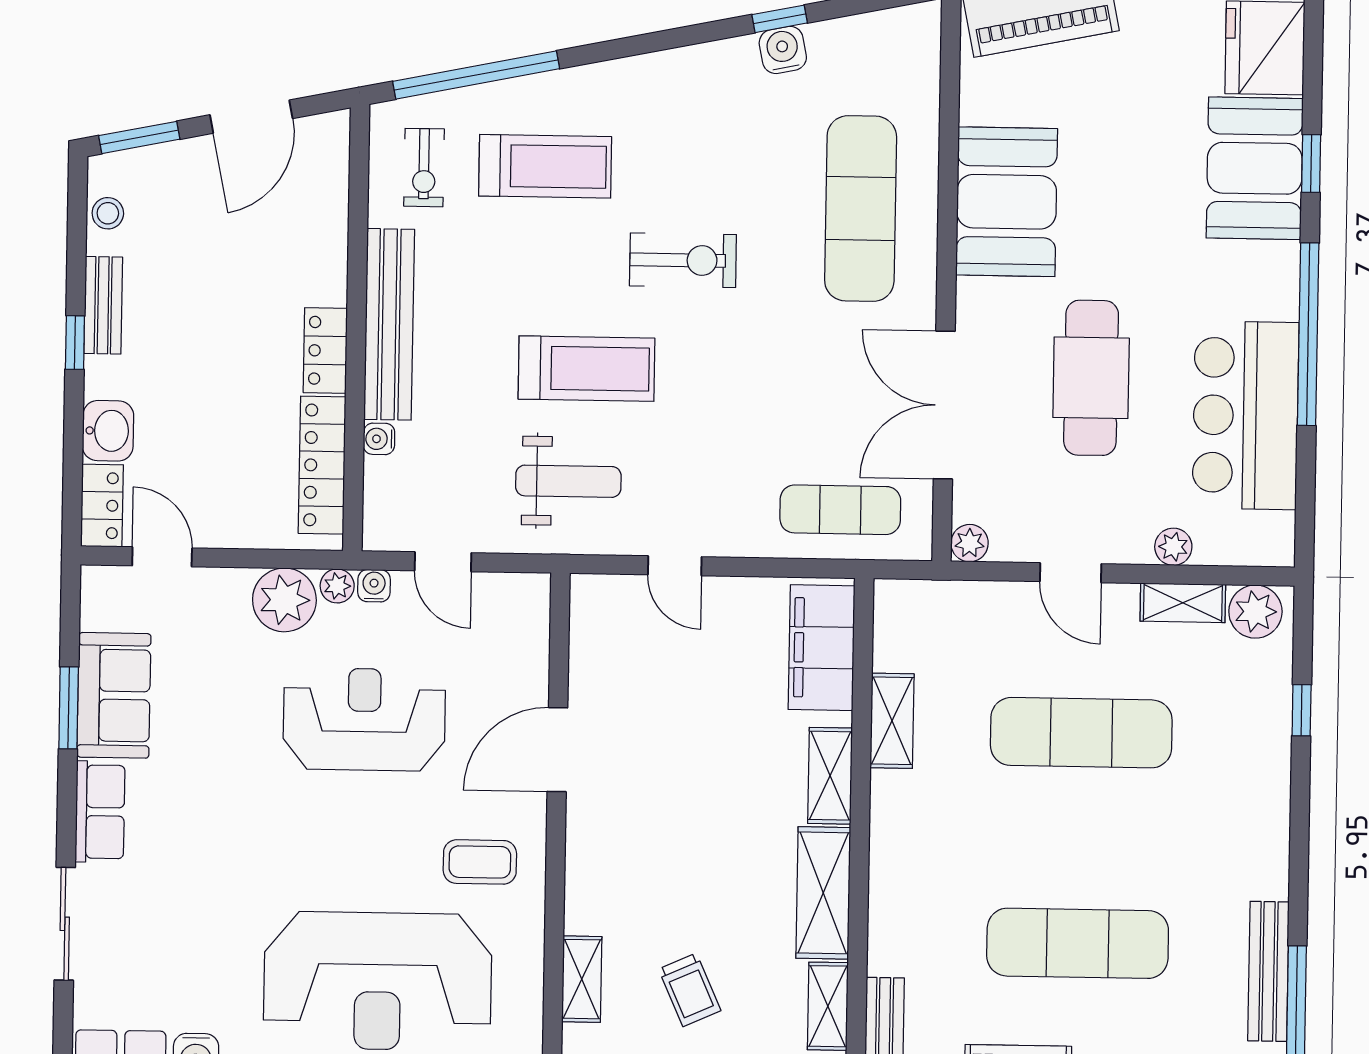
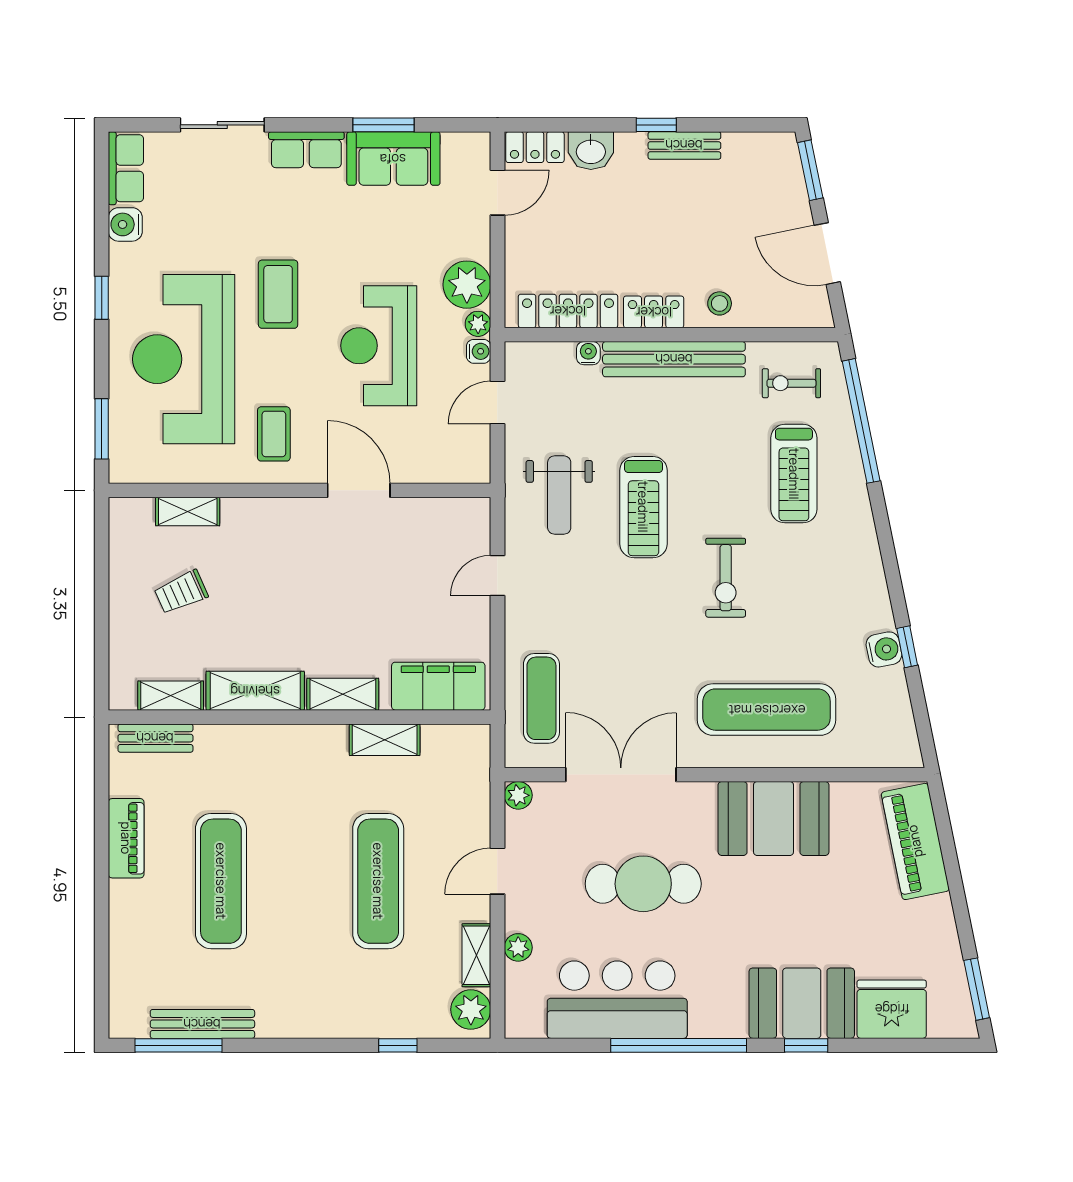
stool: (108, 213) -> (720, 303), moved
reception desk: (364, 719) -> (379, 346), turned 180
coffee table: (293, 853) -> (278, 294), added

